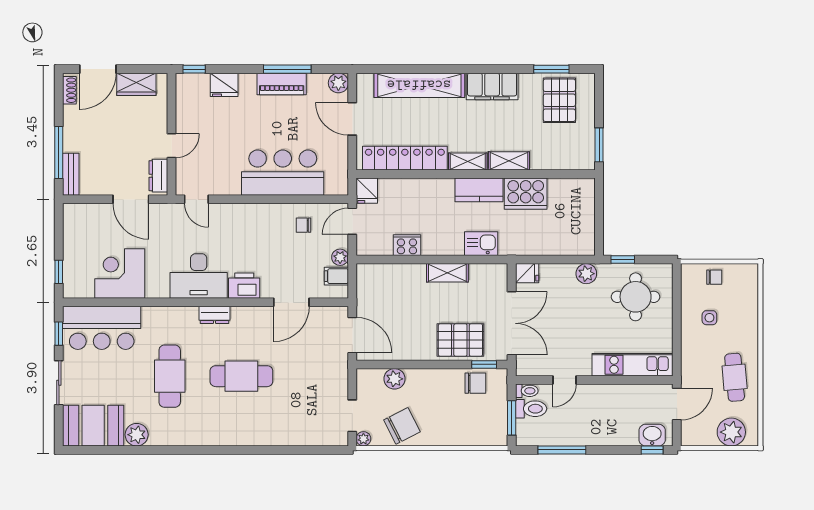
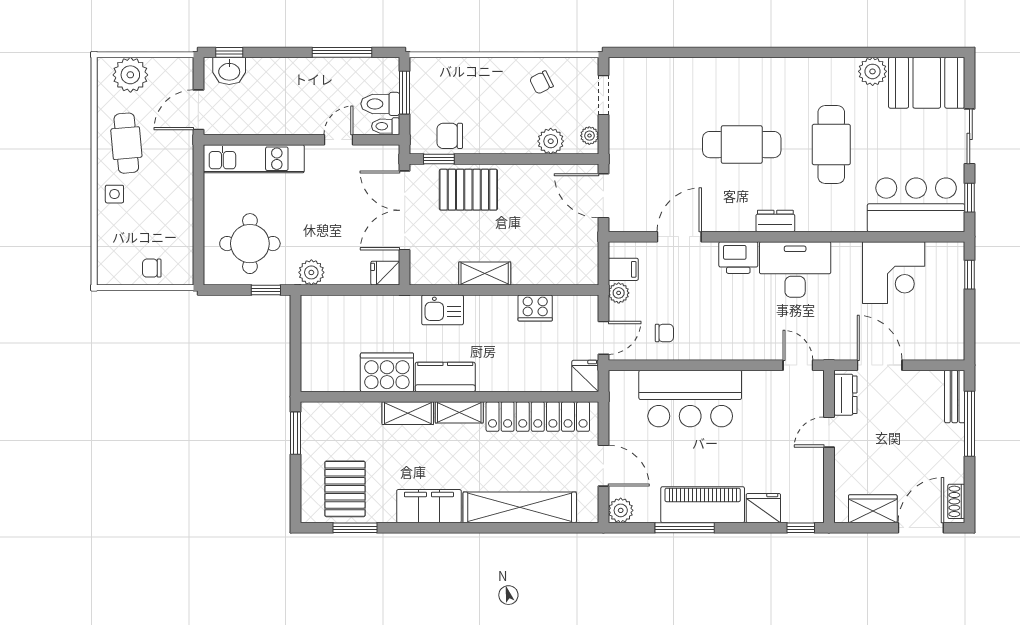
piano: (282, 84) -> (703, 505), width x1.37, depth x1.33
side table: (709, 318) -> (114, 194), moved
chair: (402, 426) -> (541, 82), width x0.54, depth x0.54
plant: (363, 439) -> (589, 136), moved

